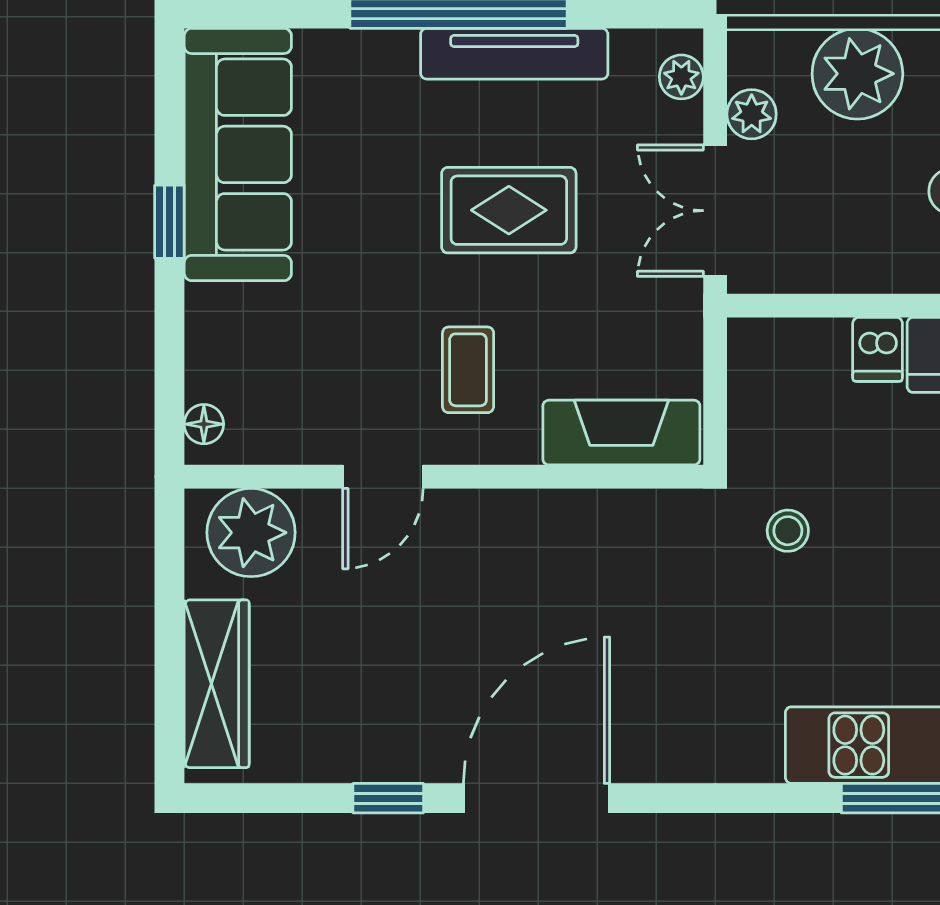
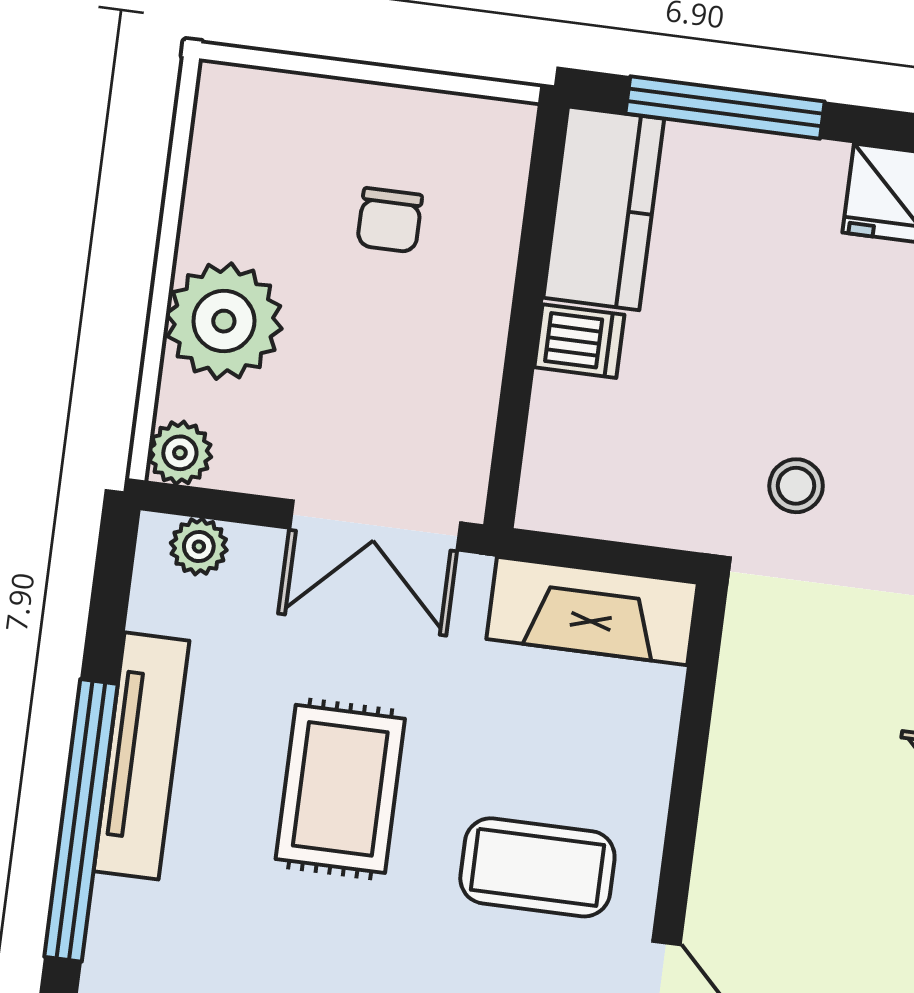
plant: (752, 114) -> (180, 453), moved
coffee table: (468, 370) -> (537, 867), width x1.36, depth x1.30
fireplace: (621, 433) -> (592, 611), moved, turned -90

